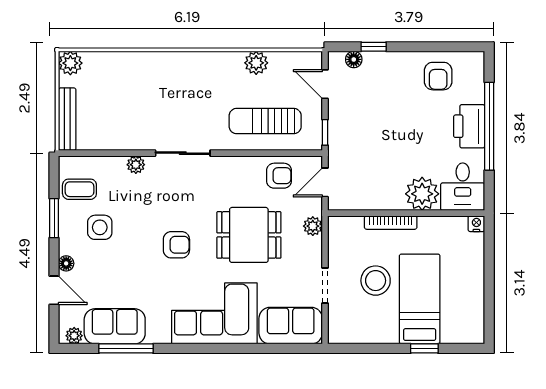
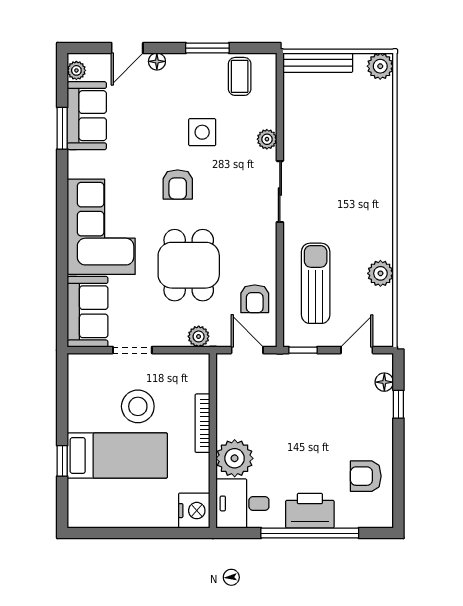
nightstand: (476, 224) -> (194, 511), width x1.89, depth x1.79
side table: (100, 227) -> (202, 132), moved
window: (126, 348) -> (62, 128), width x0.69

